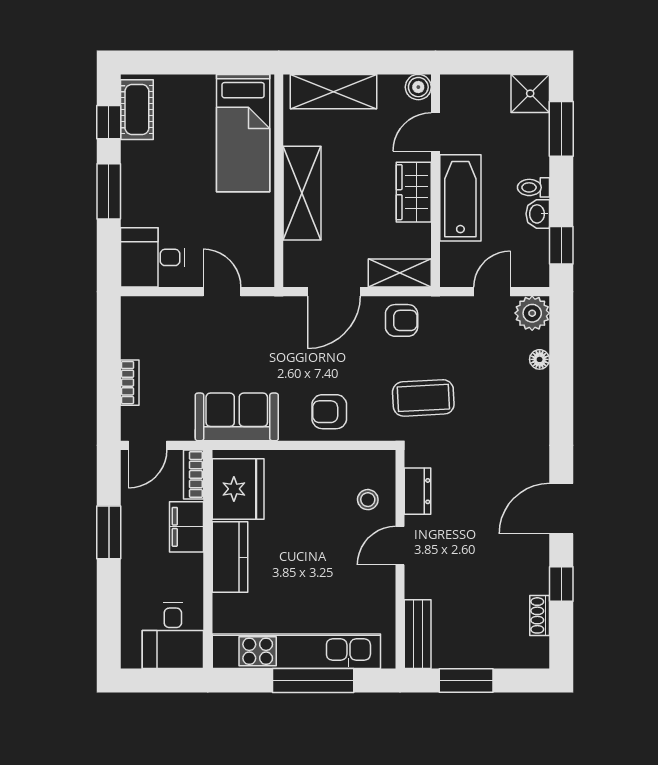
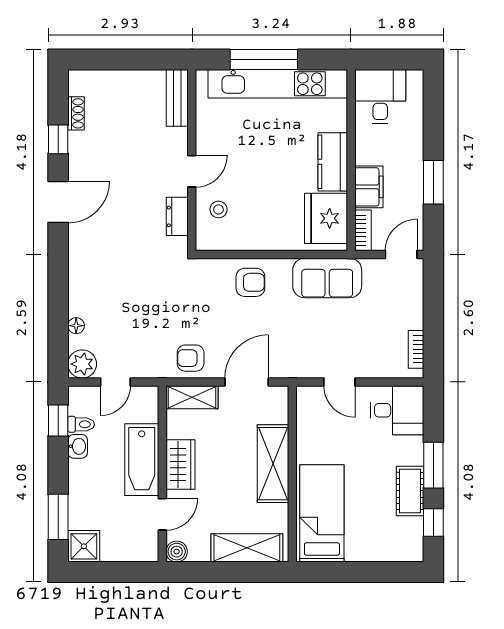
cot: (137, 110) -> (410, 491), moved
toilet: (533, 187) -> (81, 424), moved
bookcase: (130, 383) -> (416, 349), moved
coffee table: (423, 398) -> (172, 294), removed
window: (466, 680) -> (137, 59), removed

